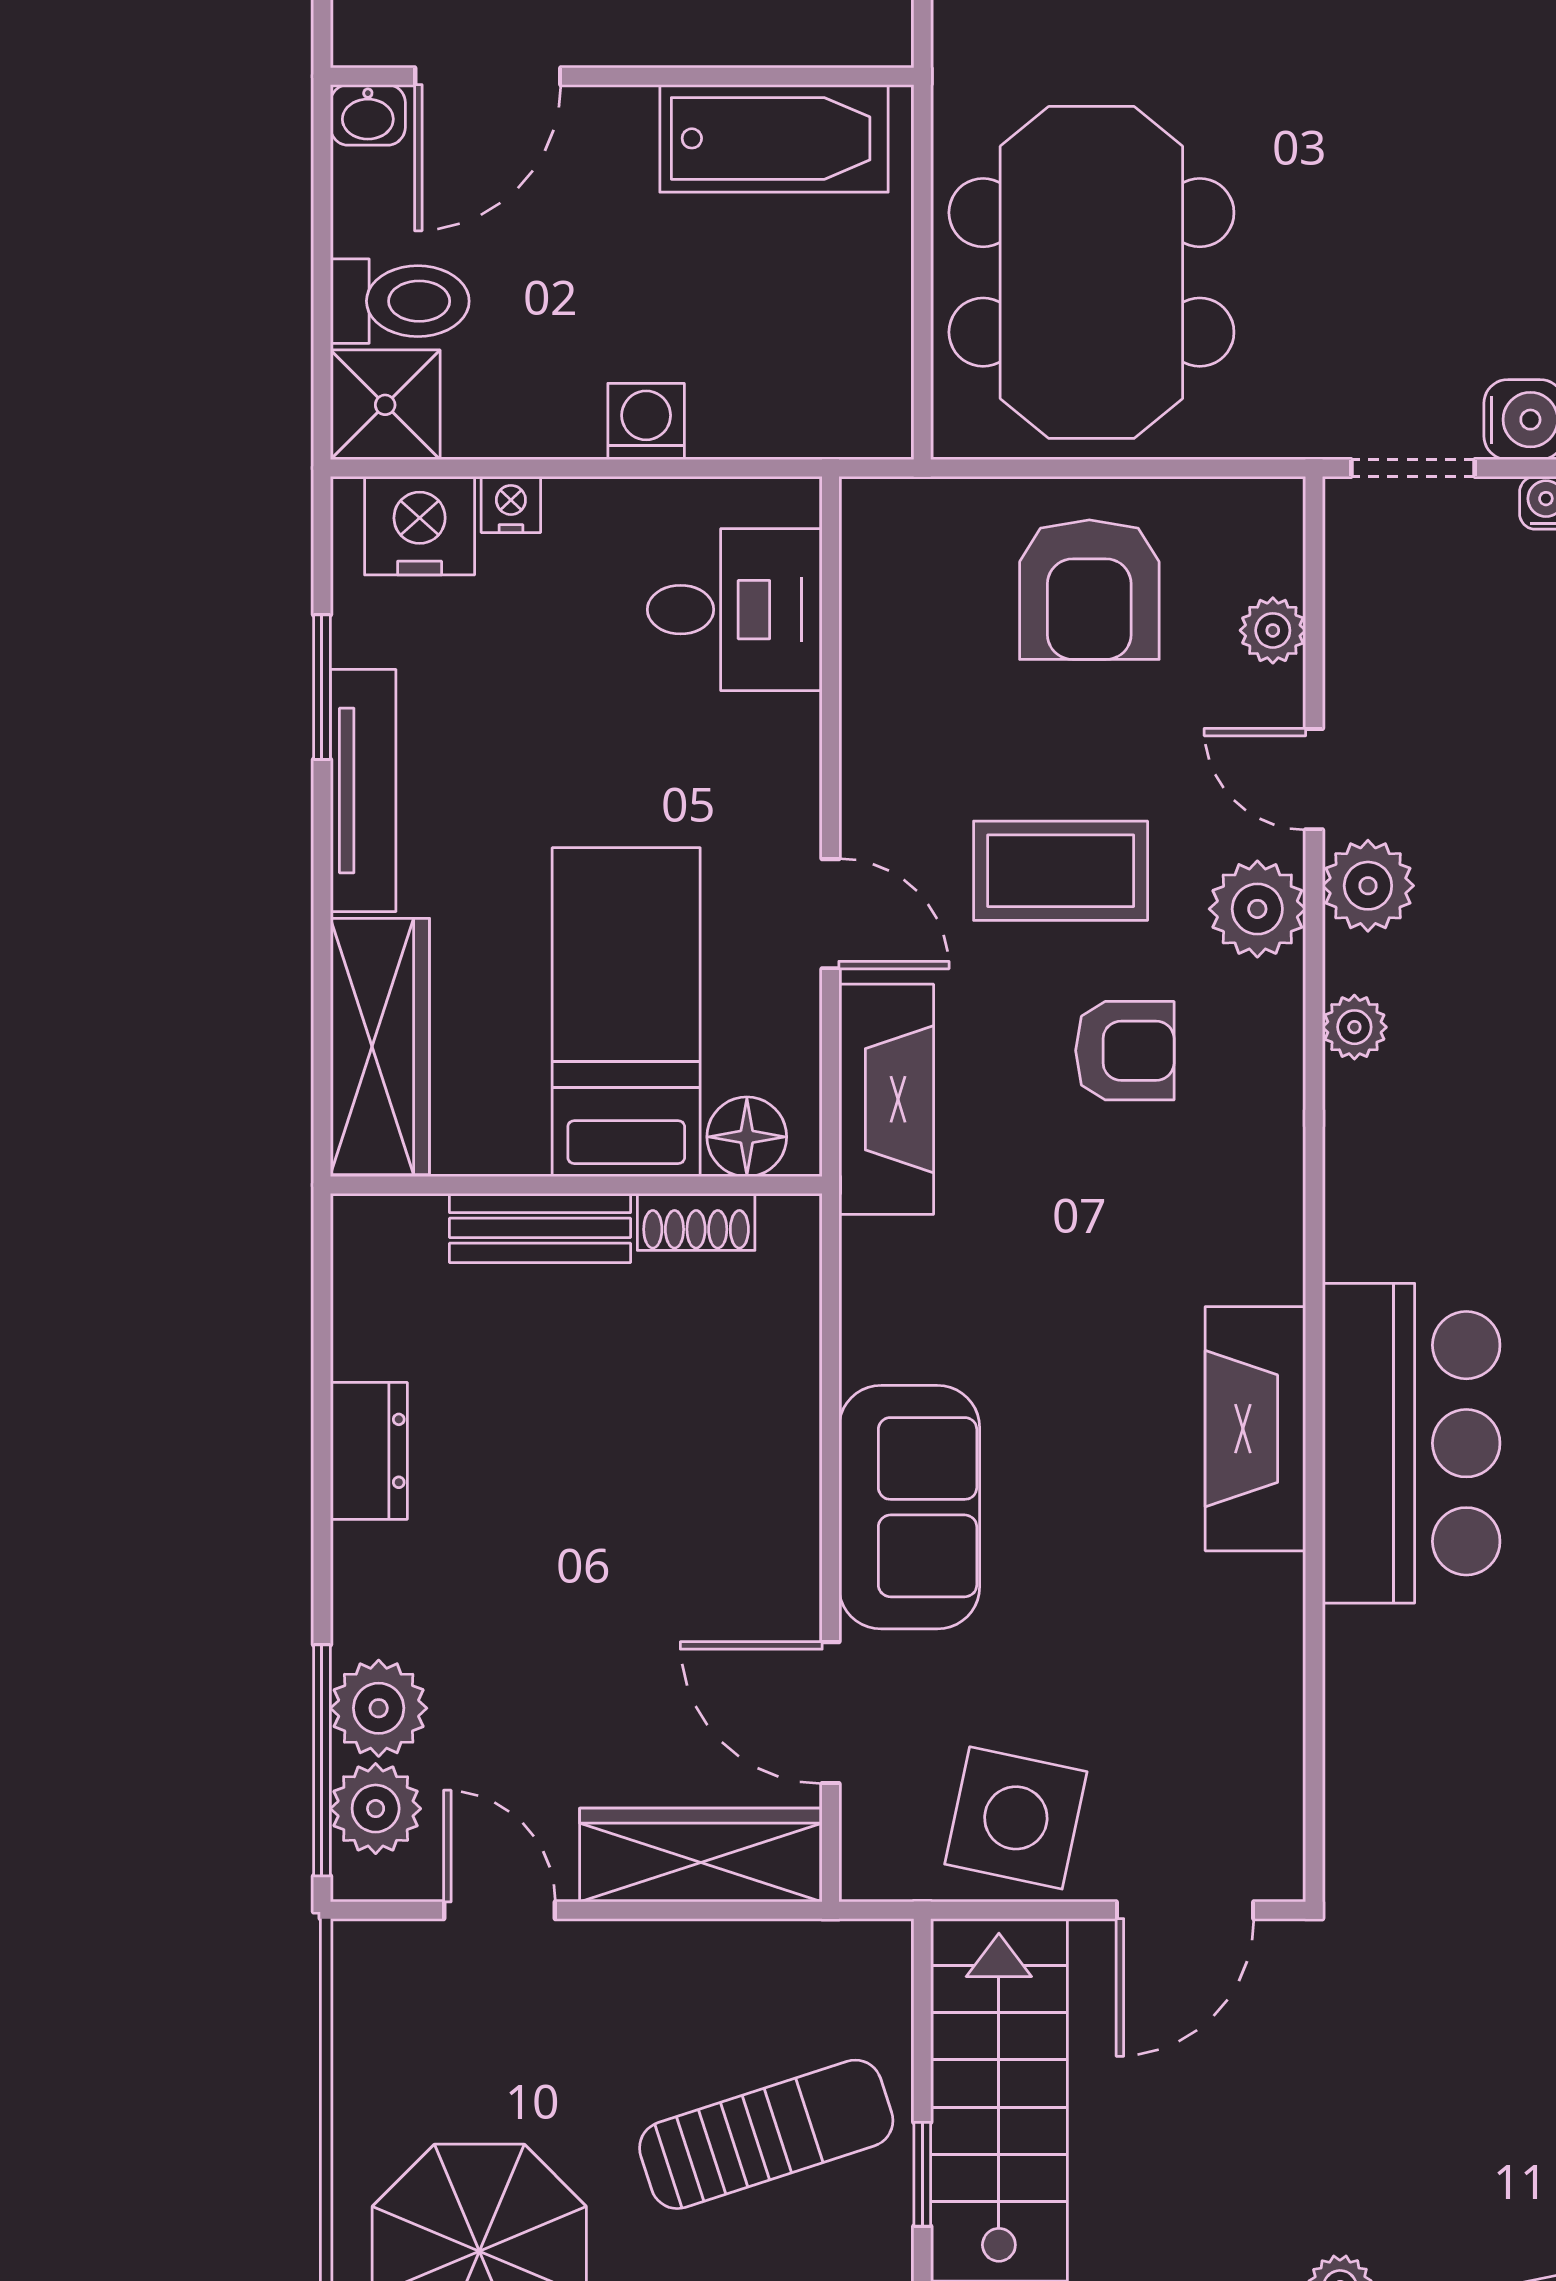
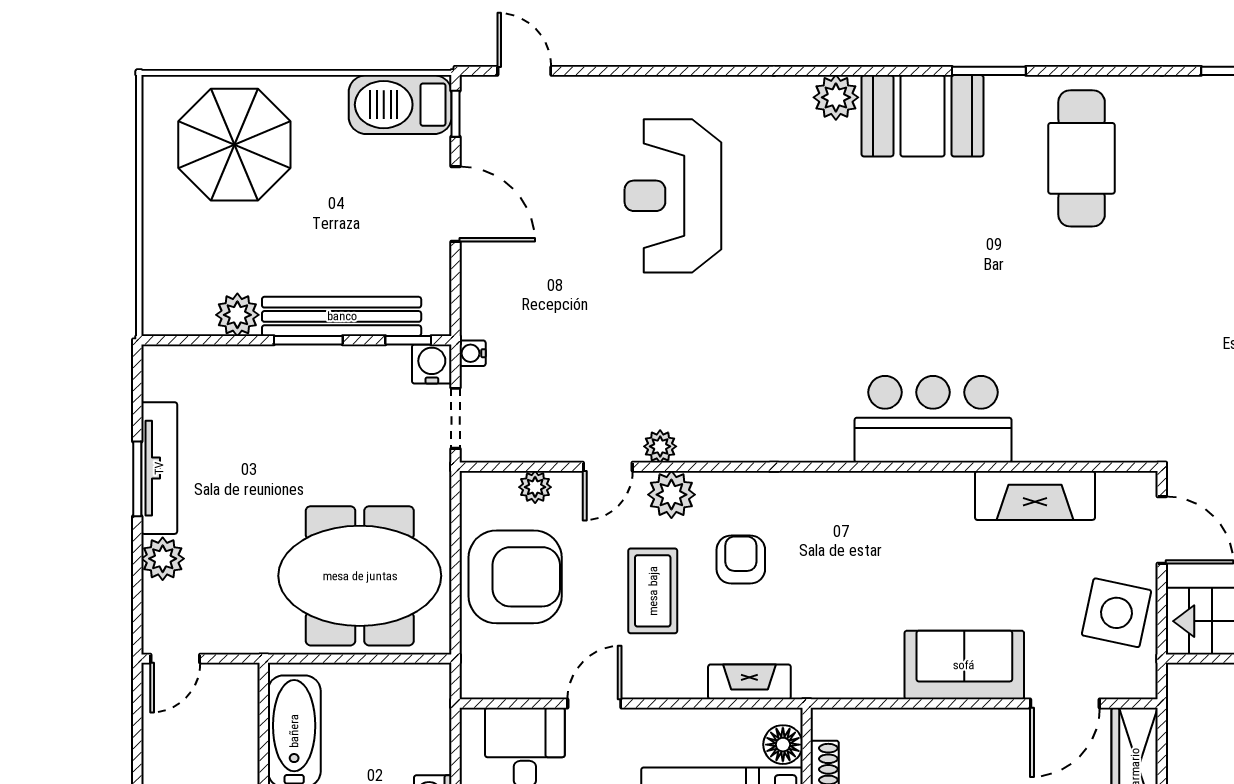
armchair: (1089, 590) -> (515, 577), width x1.36, depth x1.36
plant: (1368, 886) -> (660, 446), width x0.73, depth x0.73
door: (830, 914) -> (594, 704), moved
plant: (1354, 1027) -> (729, 447), removed
fireplace: (886, 1099) -> (749, 682), width x0.73, depth x0.76
fireplace: (1255, 1429) -> (1035, 496), moved

